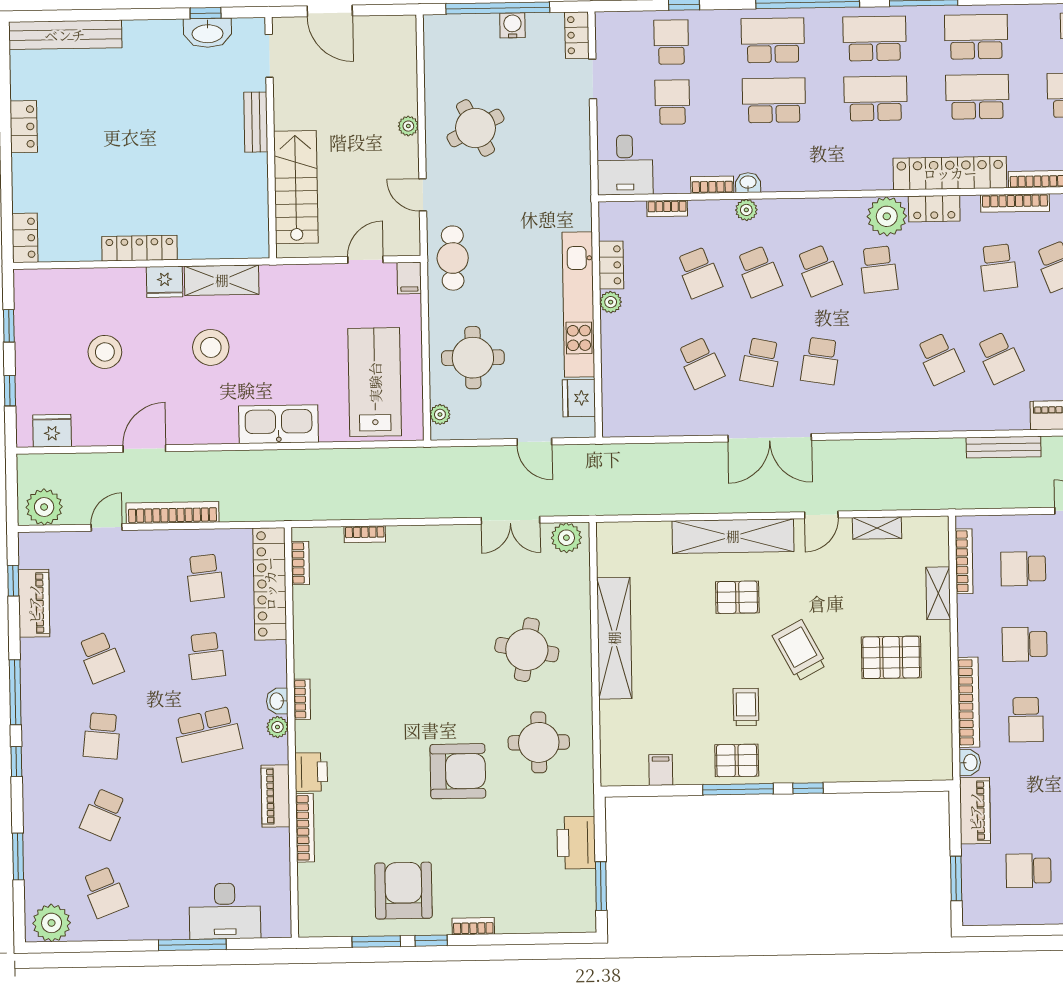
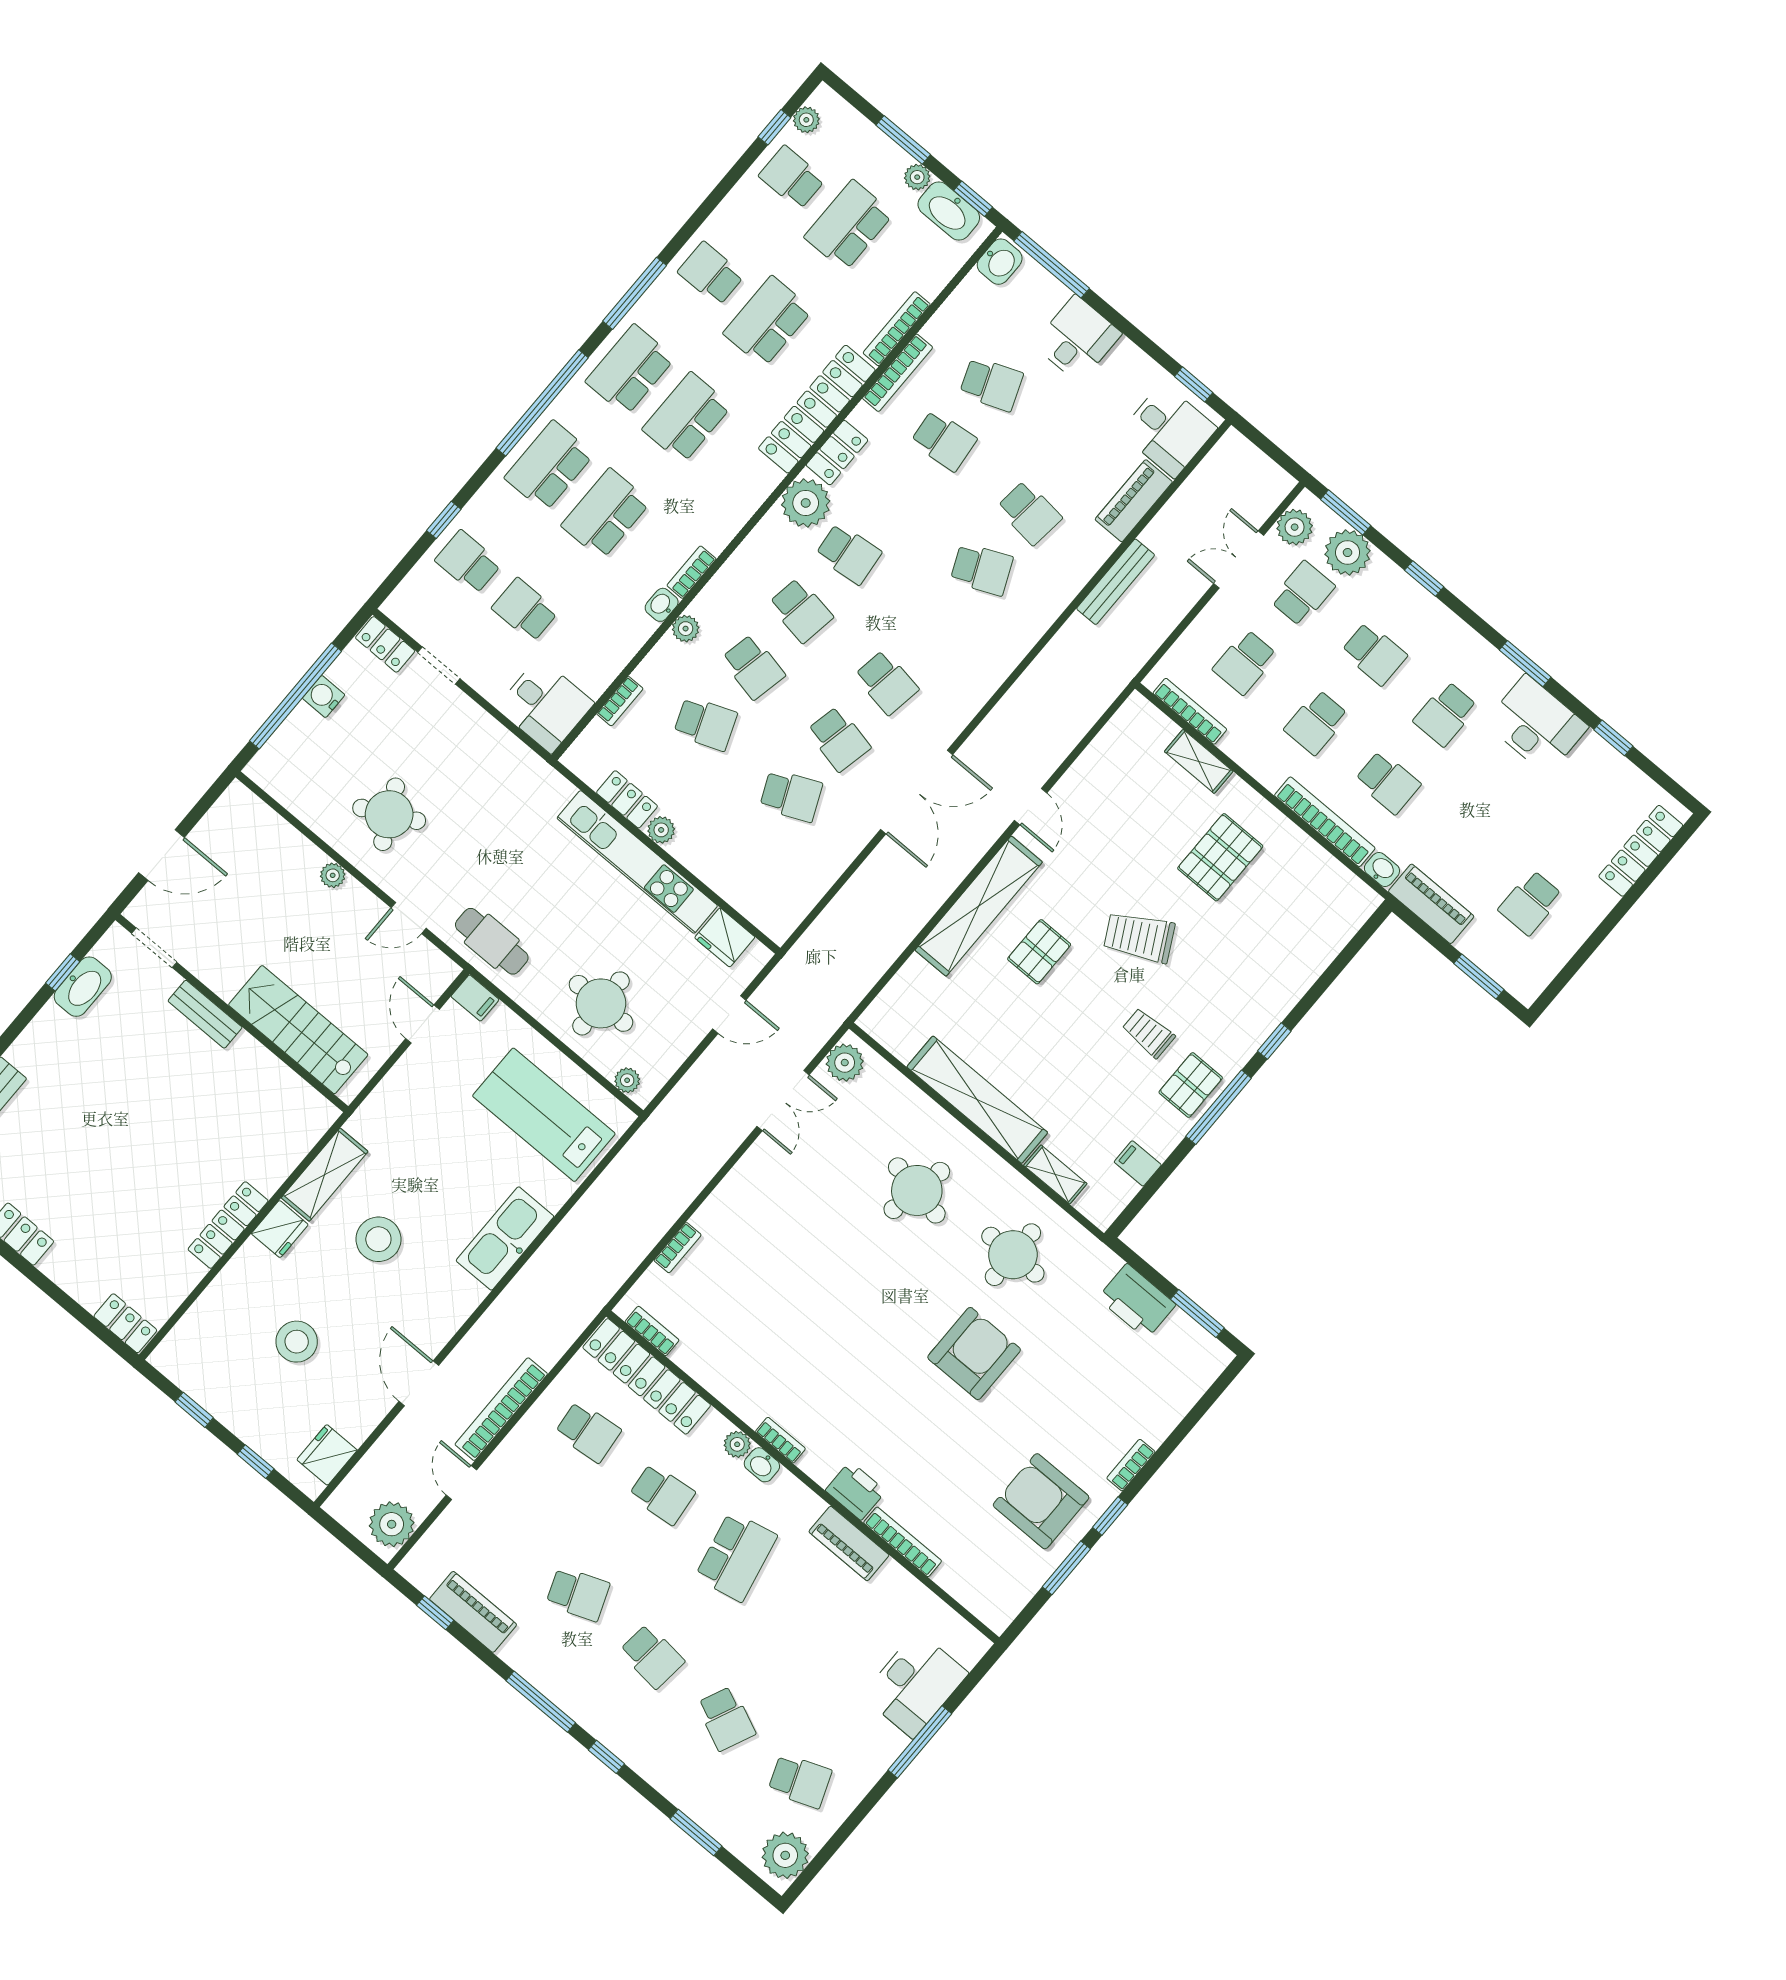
school desk: (976, 37) -> (711, 274), width x0.54
bookcase: (712, 185) -> (691, 572), moved
school desk: (819, 270) -> (801, 610), turned 30
school desk: (759, 271) -> (753, 667), turned 33
school desk: (1000, 358) -> (1029, 513), turned 30
shelving: (877, 528) -> (1055, 1175), moved, turned 90
plant: (277, 727) -> (737, 1444), moved

